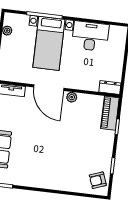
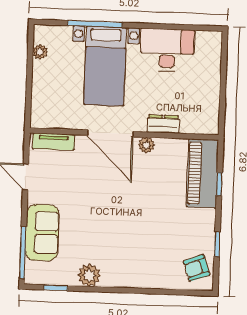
dresser: (110, 87) -> (163, 124), moved
piano: (110, 113) -> (202, 173), width x1.37, depth x1.33
plant: (27, 179) -> (89, 275), added

